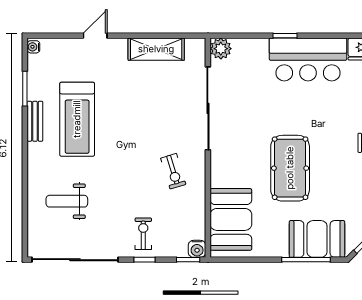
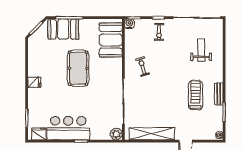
shelving: (156, 49) -> (152, 134), width x1.47
treadmill: (77, 119) -> (195, 95), width x0.73, depth x0.73
weight bench: (67, 201) -> (201, 50), turned -90

